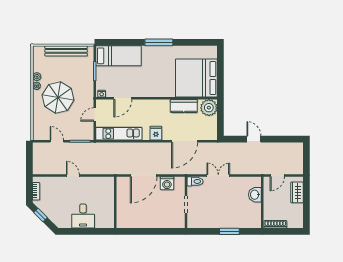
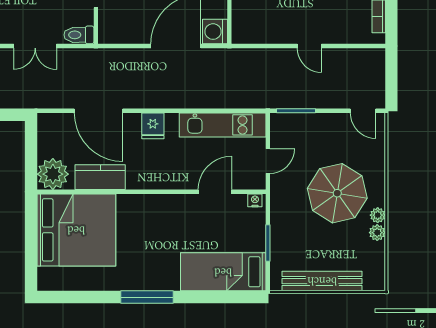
door: (57, 141) -> (363, 111), moved
door: (185, 141) -> (99, 111), swing flipped
washing machine: (167, 183) -> (215, 32), moved, turned -90

